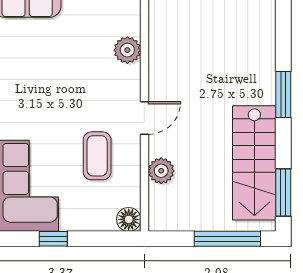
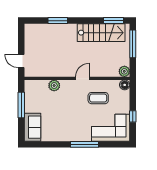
window: (283, 94) -> (58, 21), moved
door: (144, 118) -> (82, 78), hinge flipped
plant: (161, 171) -> (124, 71), moved

